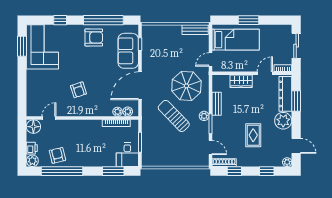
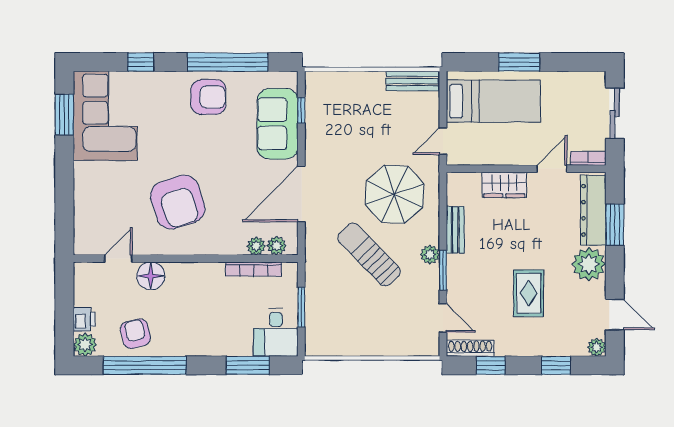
armchair: (78, 90) -> (178, 202), width x1.88, depth x1.88
floor lamp: (33, 127) -> (151, 276), moved

